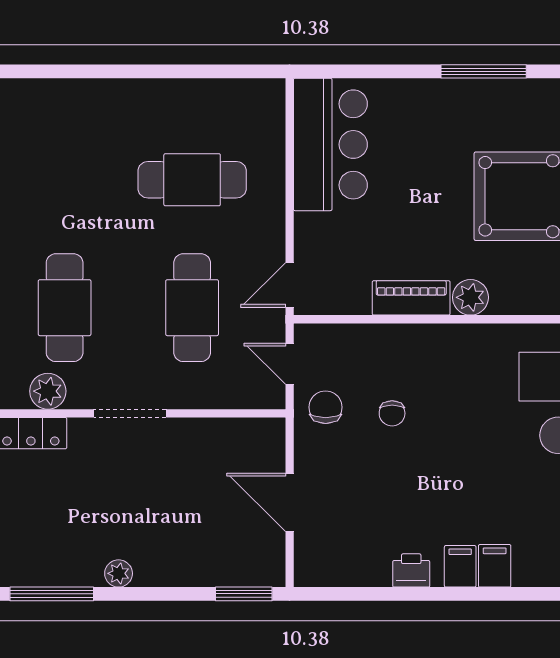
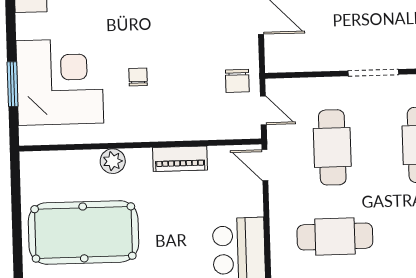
door: (290, 285) -> (265, 165), swing flipped
plant: (470, 297) -> (113, 161), moved
chair: (392, 413) -> (138, 77), moved

